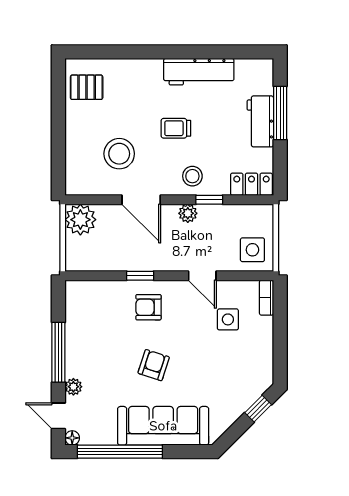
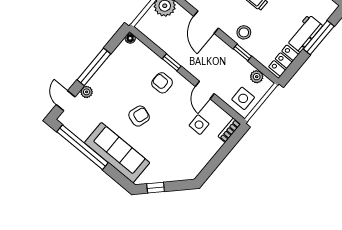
locker: (251, 184) -> (284, 61), moved, turned -90
plant: (188, 213) -> (257, 77), moved
window: (258, 409) -> (156, 188), moved
floor lamp: (72, 438) -> (130, 38), moved

